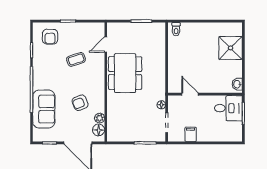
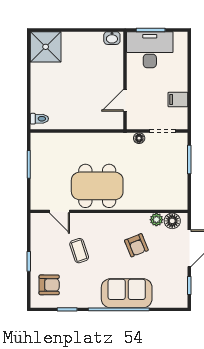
shower: (231, 48) -> (46, 47), moved
desk: (228, 108) -> (150, 50), width x1.37
sofa: (44, 109) -> (127, 293), moved

